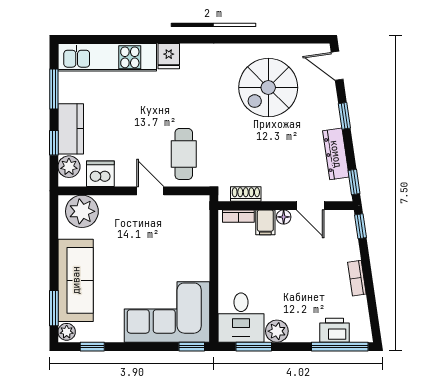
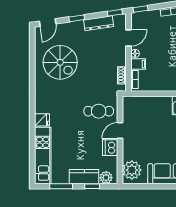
dishwasher: (100, 174) -> (110, 148), moved

